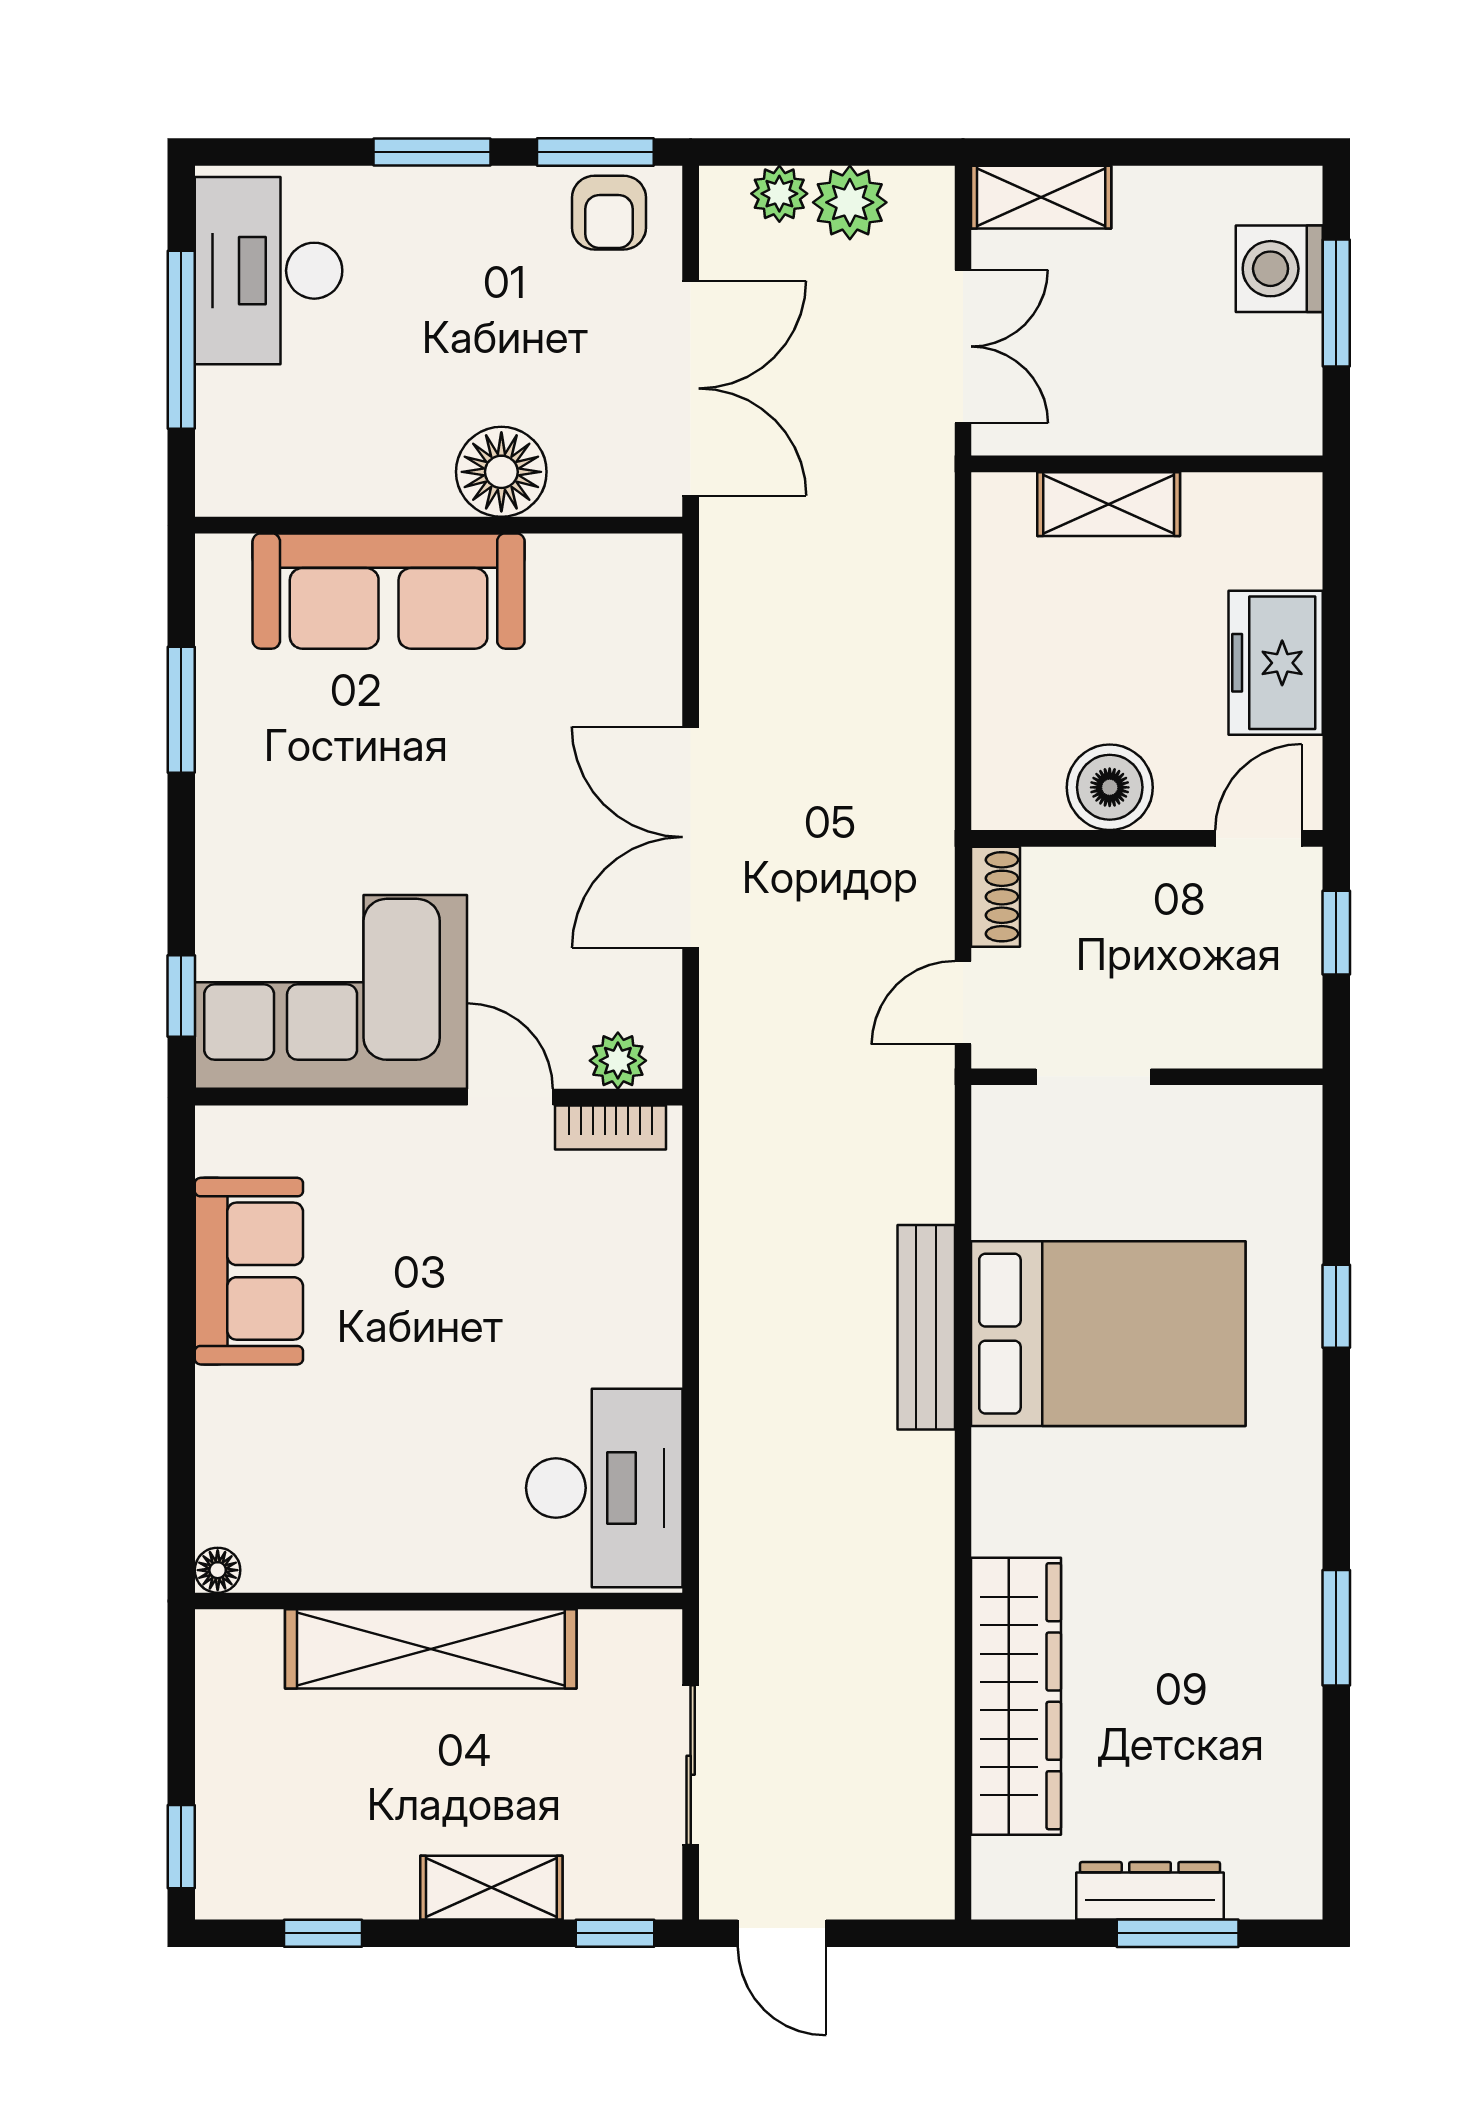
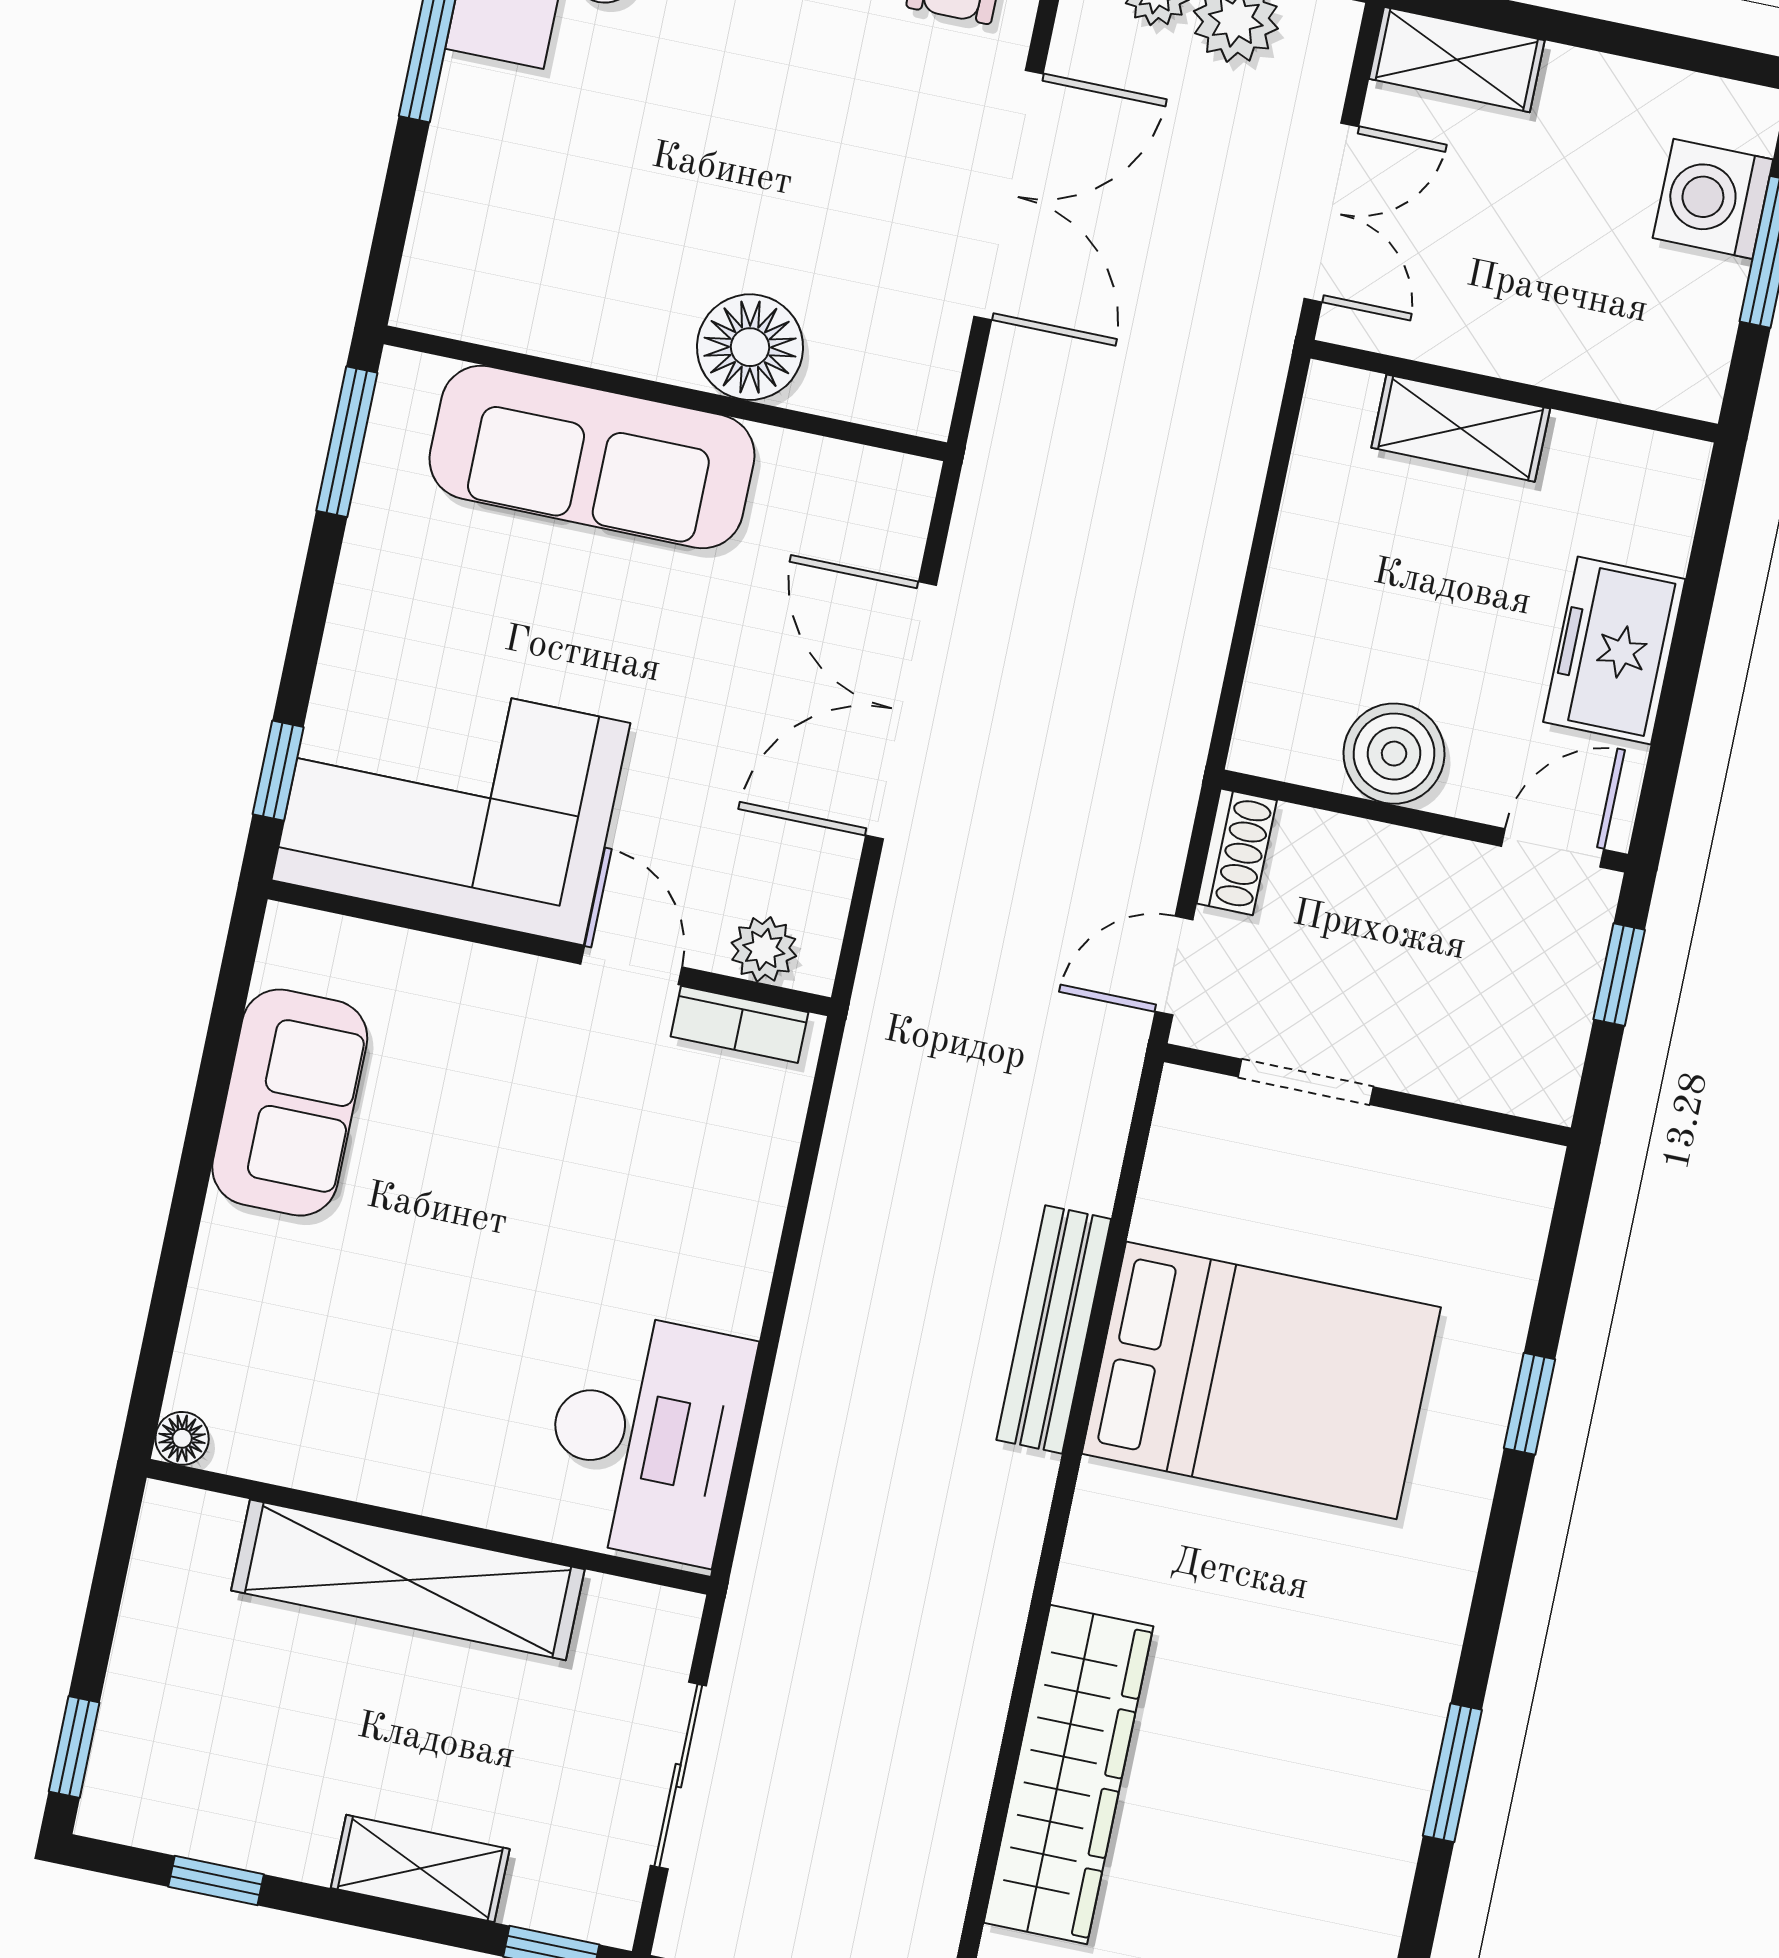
floor lamp: (501, 472) -> (750, 347), moved
wall: (439, 525) -> (665, 393), moved
sofa: (389, 591) -> (592, 457), moved

